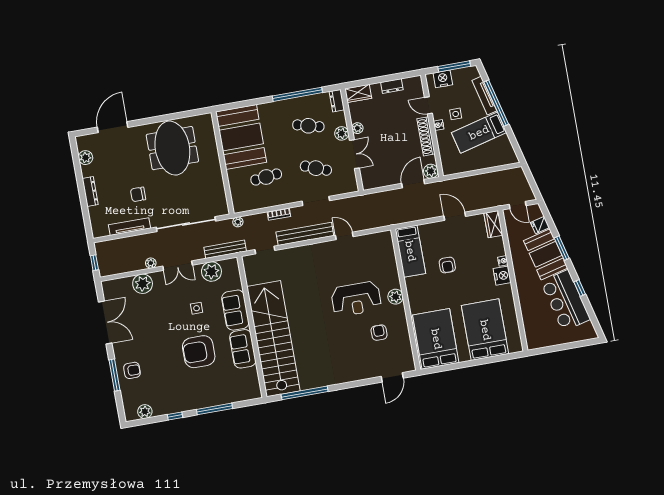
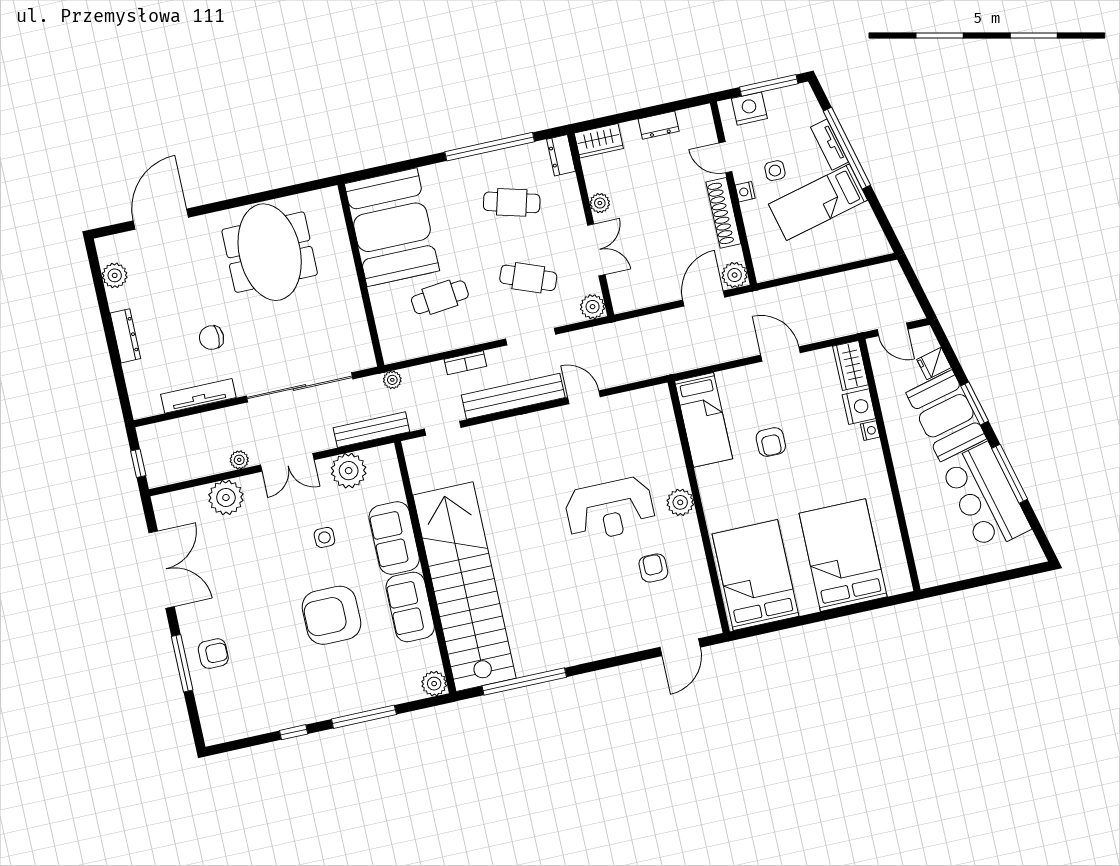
tv unit: (484, 96) -> (829, 145), width x0.71
plant: (342, 133) -> (593, 307), moved
nightstand: (502, 276) -> (859, 407), moved
window: (580, 288) -> (1010, 474), width x2.17
plant: (145, 412) -> (434, 684), moved

